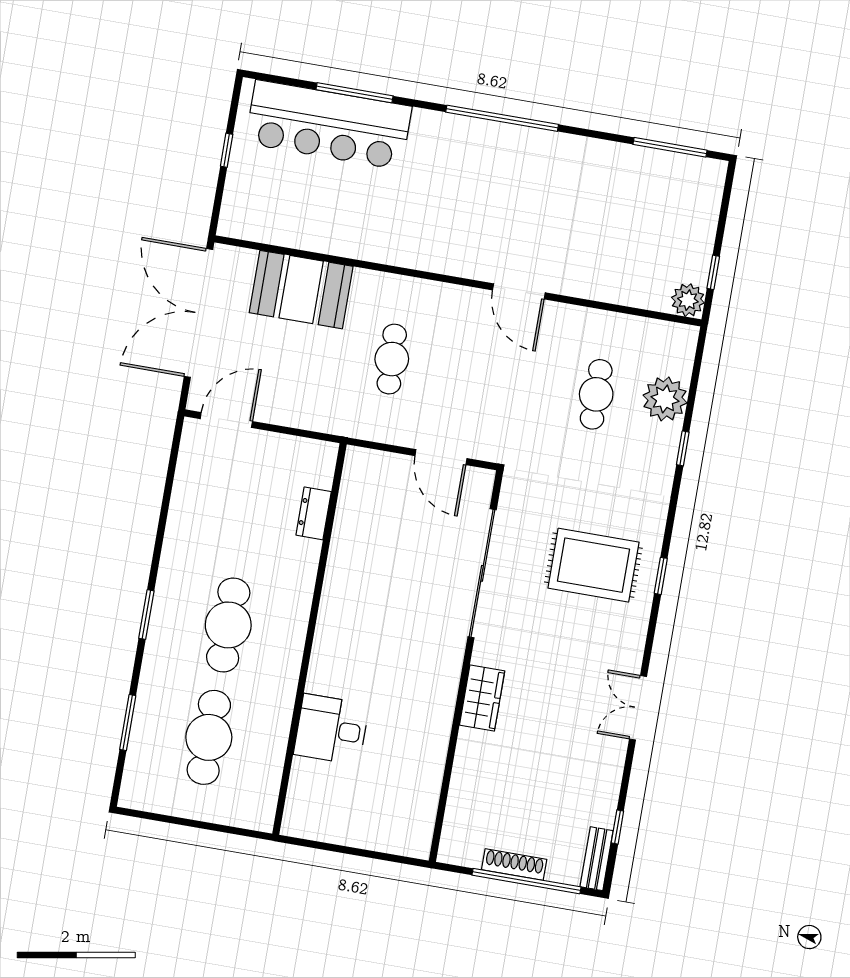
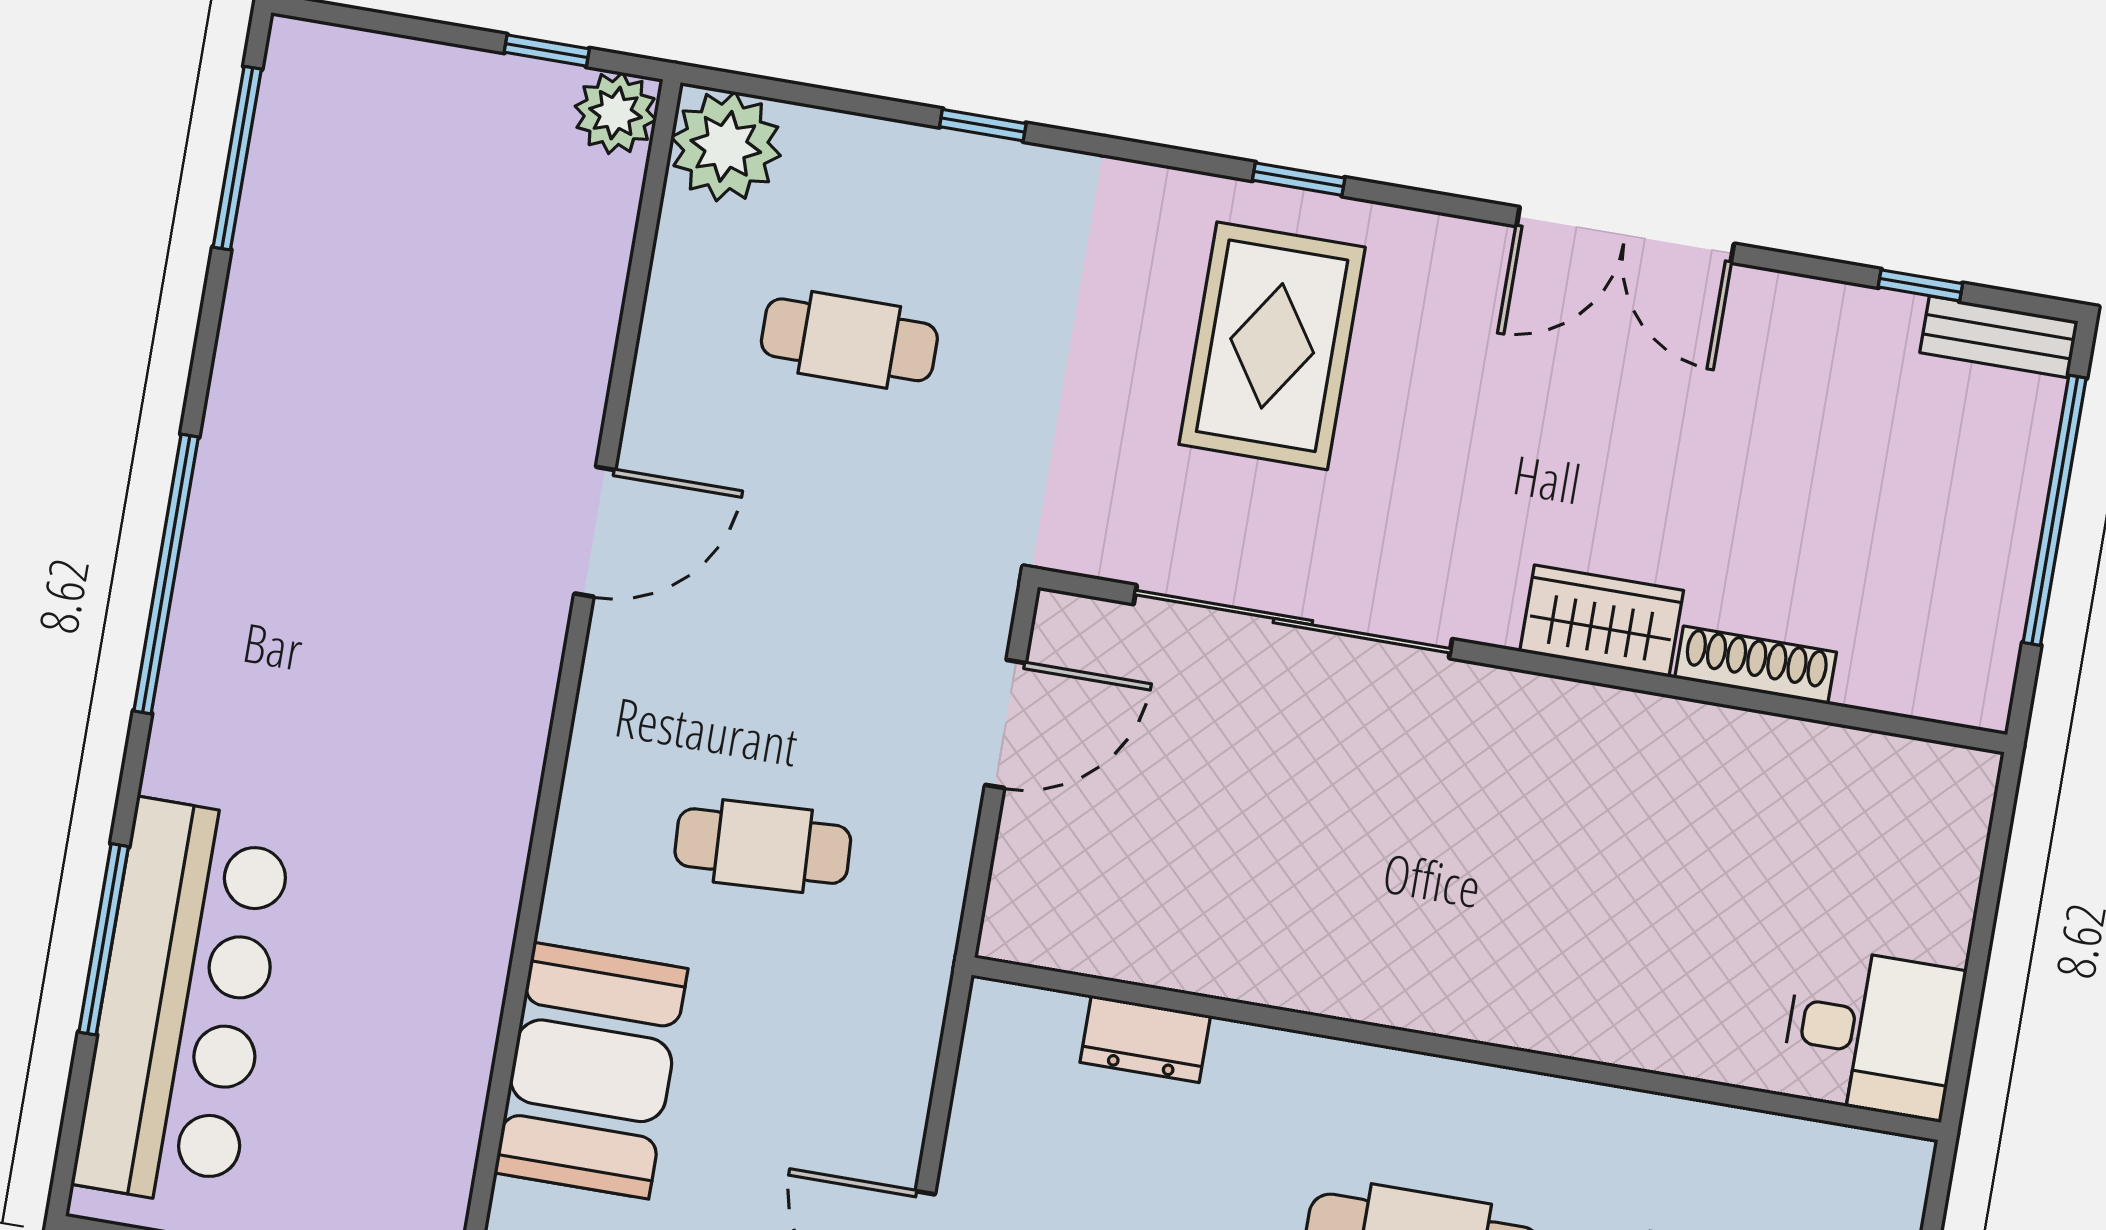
plant: (665, 399) -> (726, 146), moved
double door: (638, 708) -> (1625, 235), width x1.37
desk: (331, 729) -> (1872, 1033), moved, turned -90
shoe rack: (514, 865) -> (1756, 665), moved, turned 90

